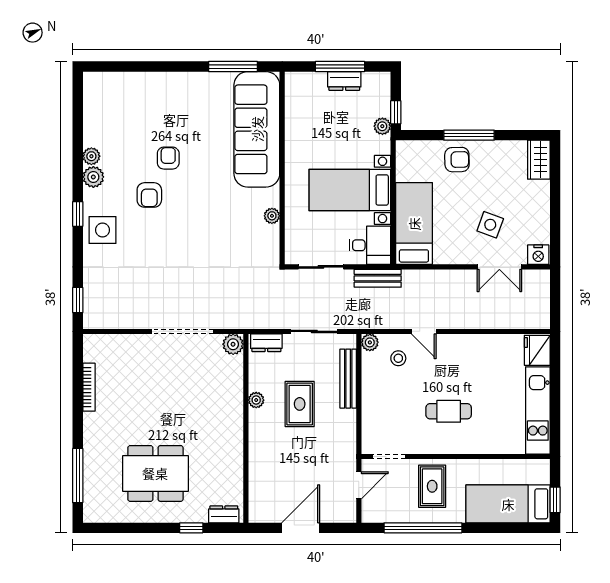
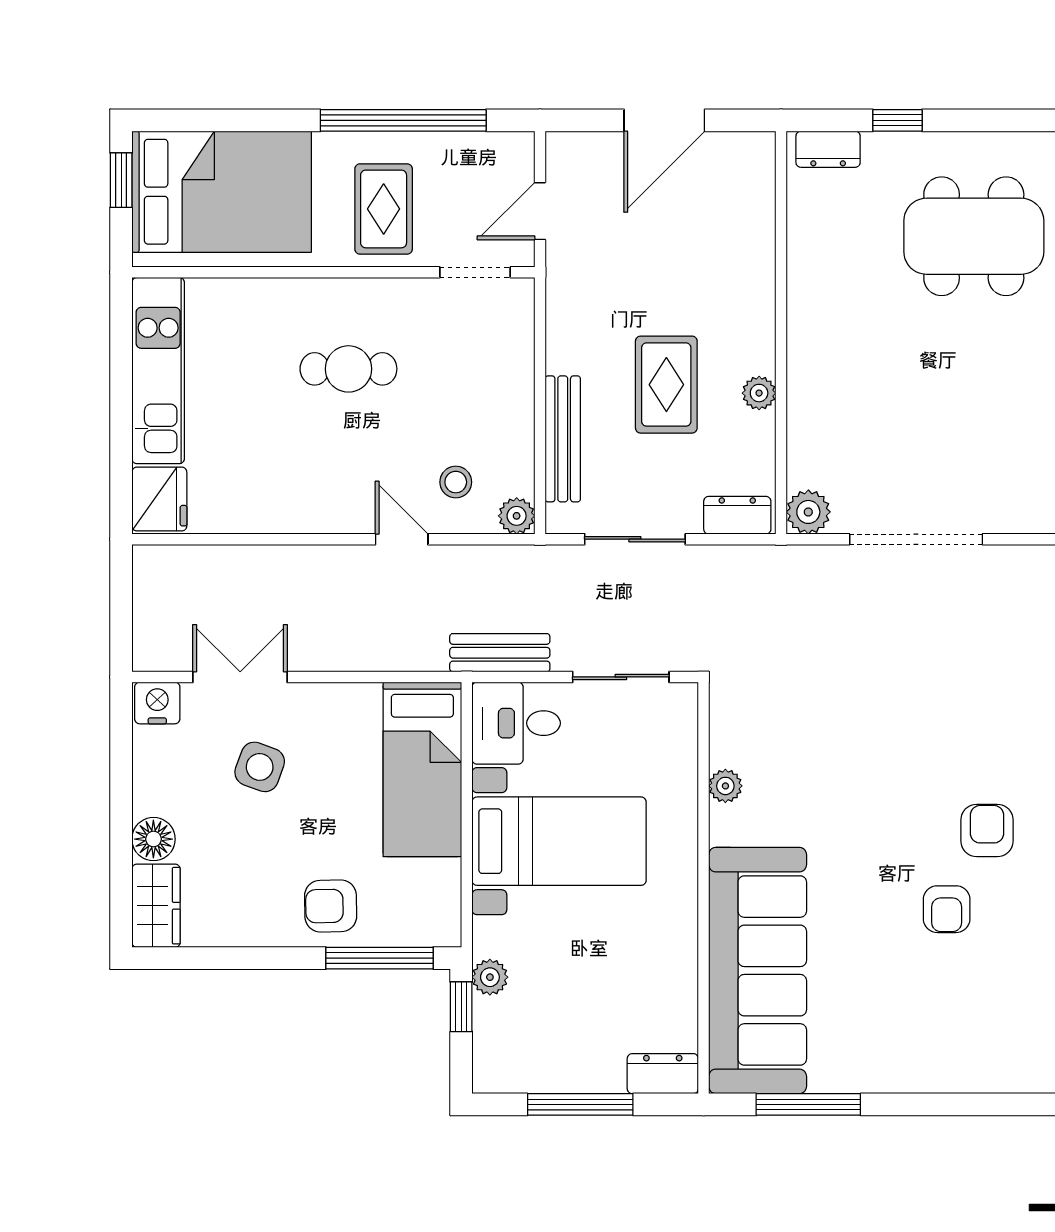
dresser: (344, 81) -> (663, 1074), moved
window: (469, 135) -> (379, 958), moved
floor lamp: (540, 191) -> (153, 839), added
bed: (508, 504) -> (222, 192), width x1.50

